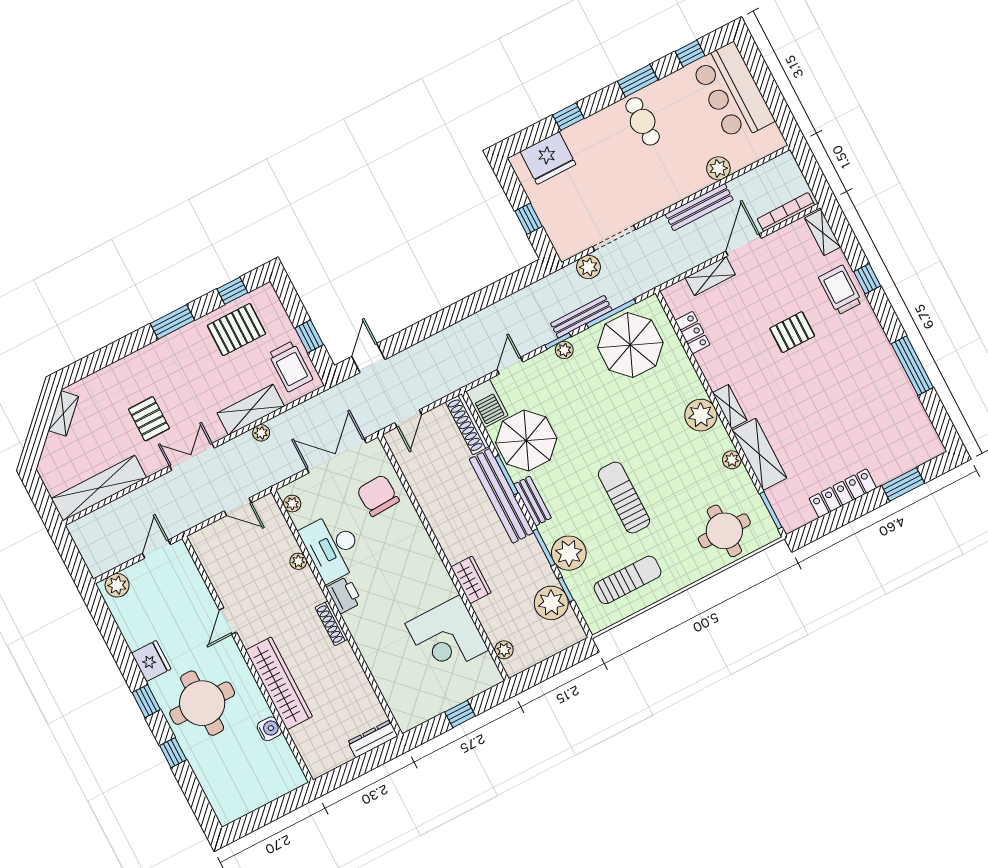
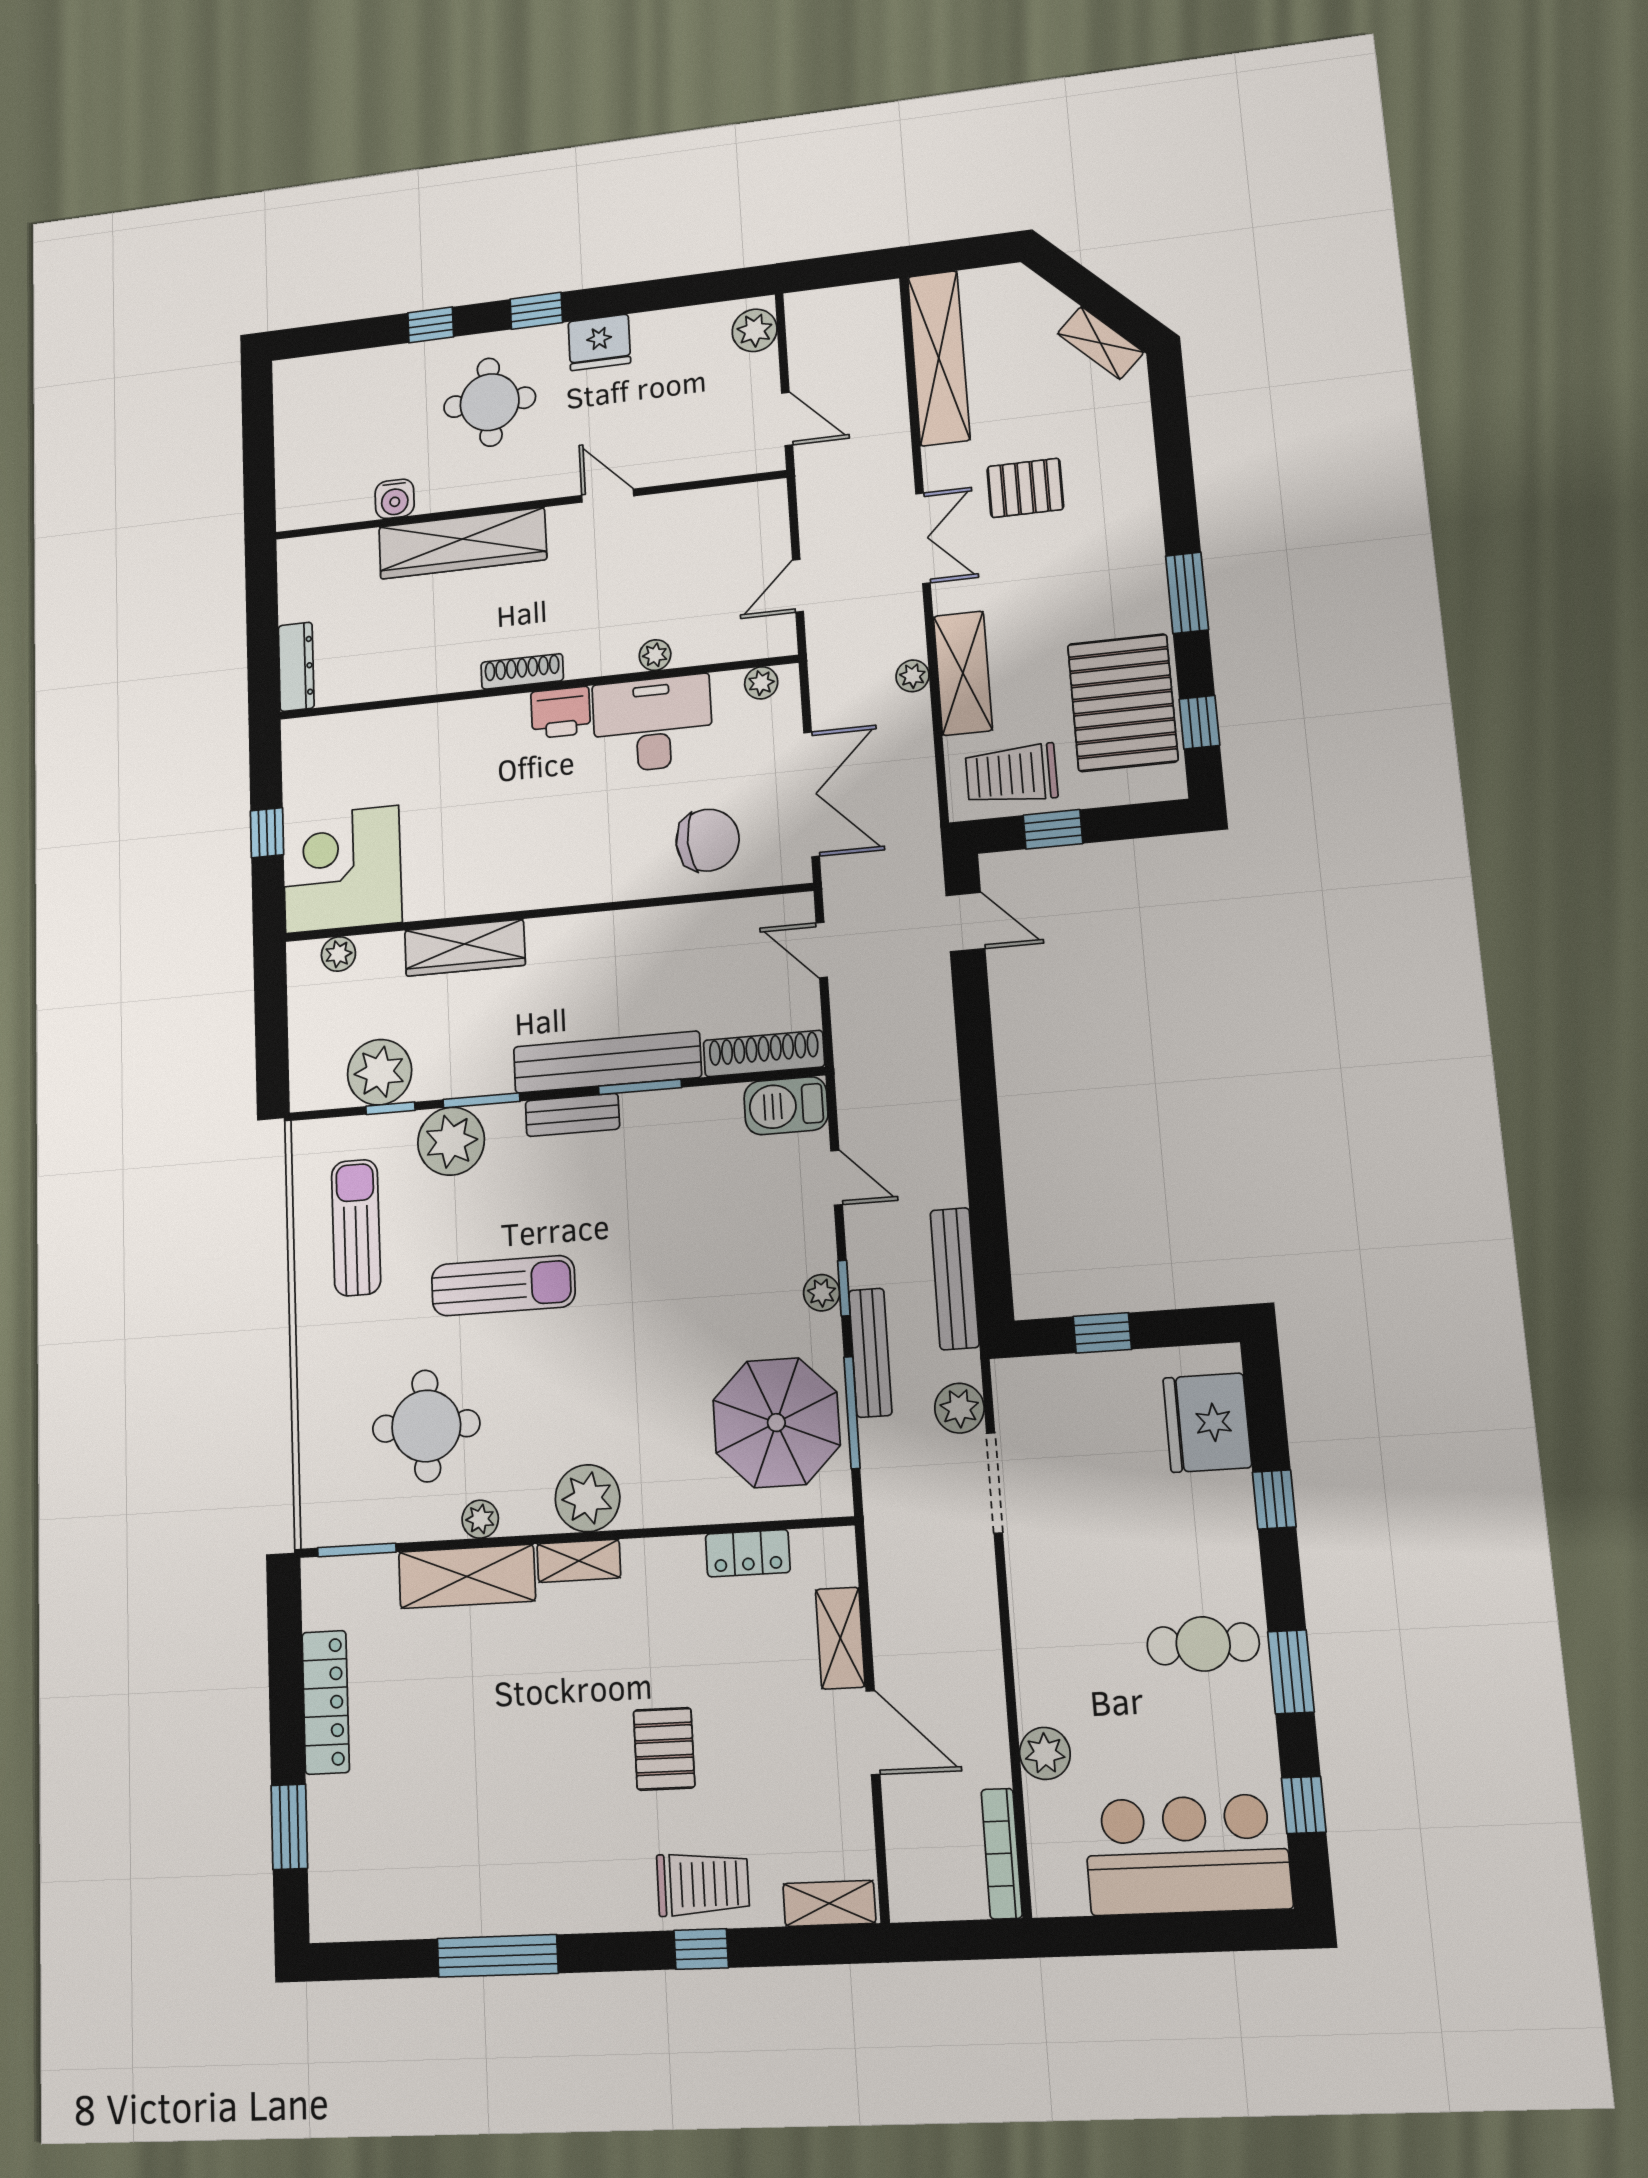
bench: (699, 207) -> (955, 1279), moved
bookcase: (786, 212) -> (1002, 1854), moved, turned 180
pallet: (236, 330) -> (1123, 703), width x1.37, depth x1.41
parasol: (526, 441) -> (686, 1150), removed
round table: (724, 531) -> (426, 1426), moved
wardrobe: (471, 580) -> (465, 948), width x1.50
sun lounger: (628, 580) -> (356, 1228), turned 180
corner desk: (447, 637) -> (342, 869), moved
round table: (202, 703) -> (490, 402), width x0.73, depth x0.73

